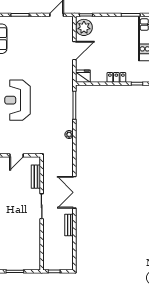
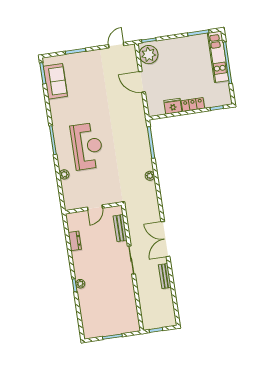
door: (74, 51) -> (142, 82), swing flipped
fridge: (83, 76) -> (173, 106), moved
reception desk: (18, 100) -> (87, 146), turned 180

